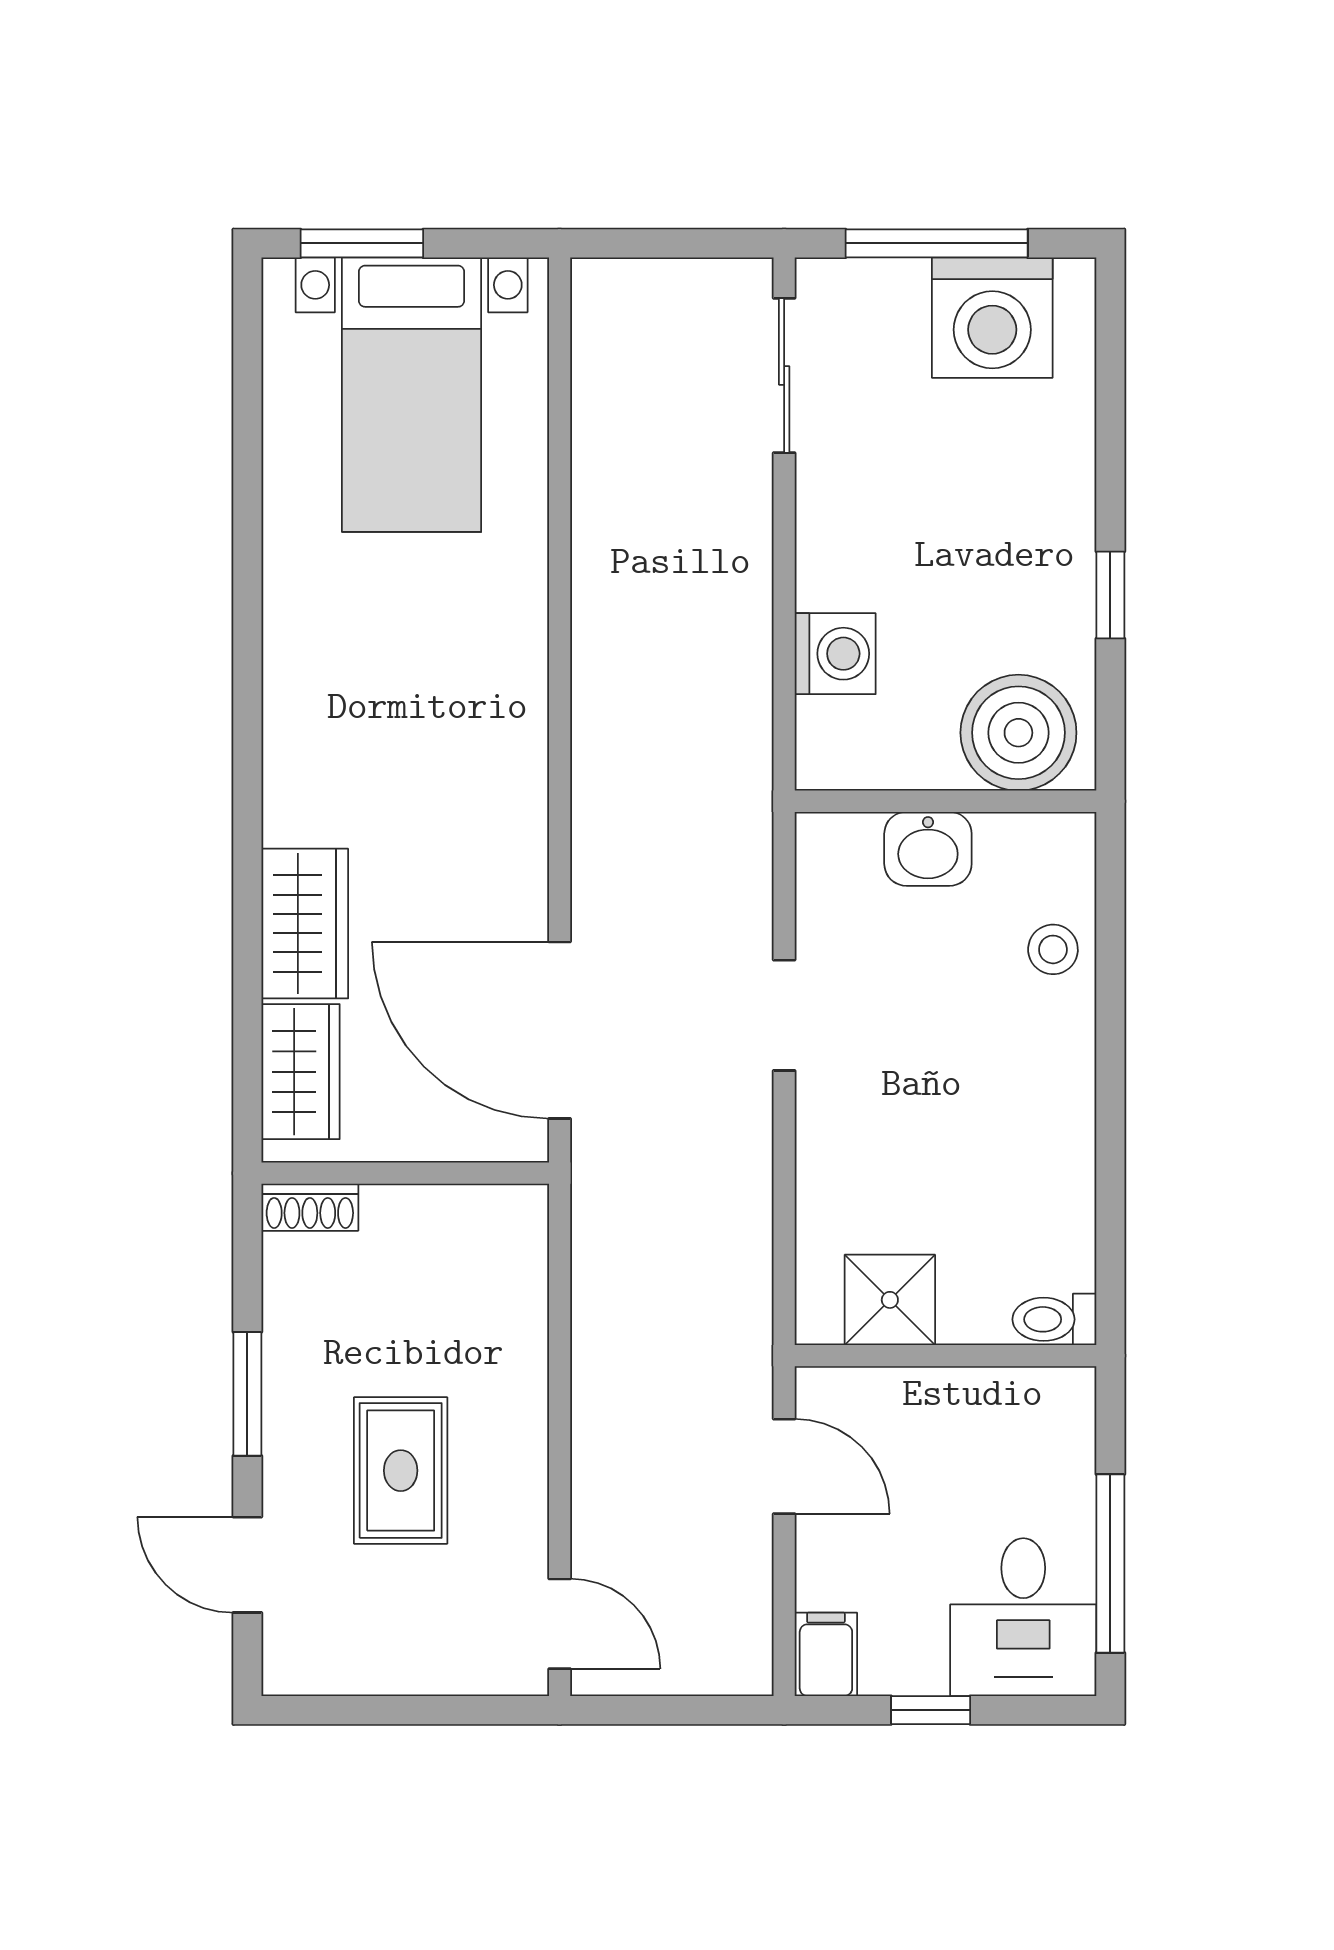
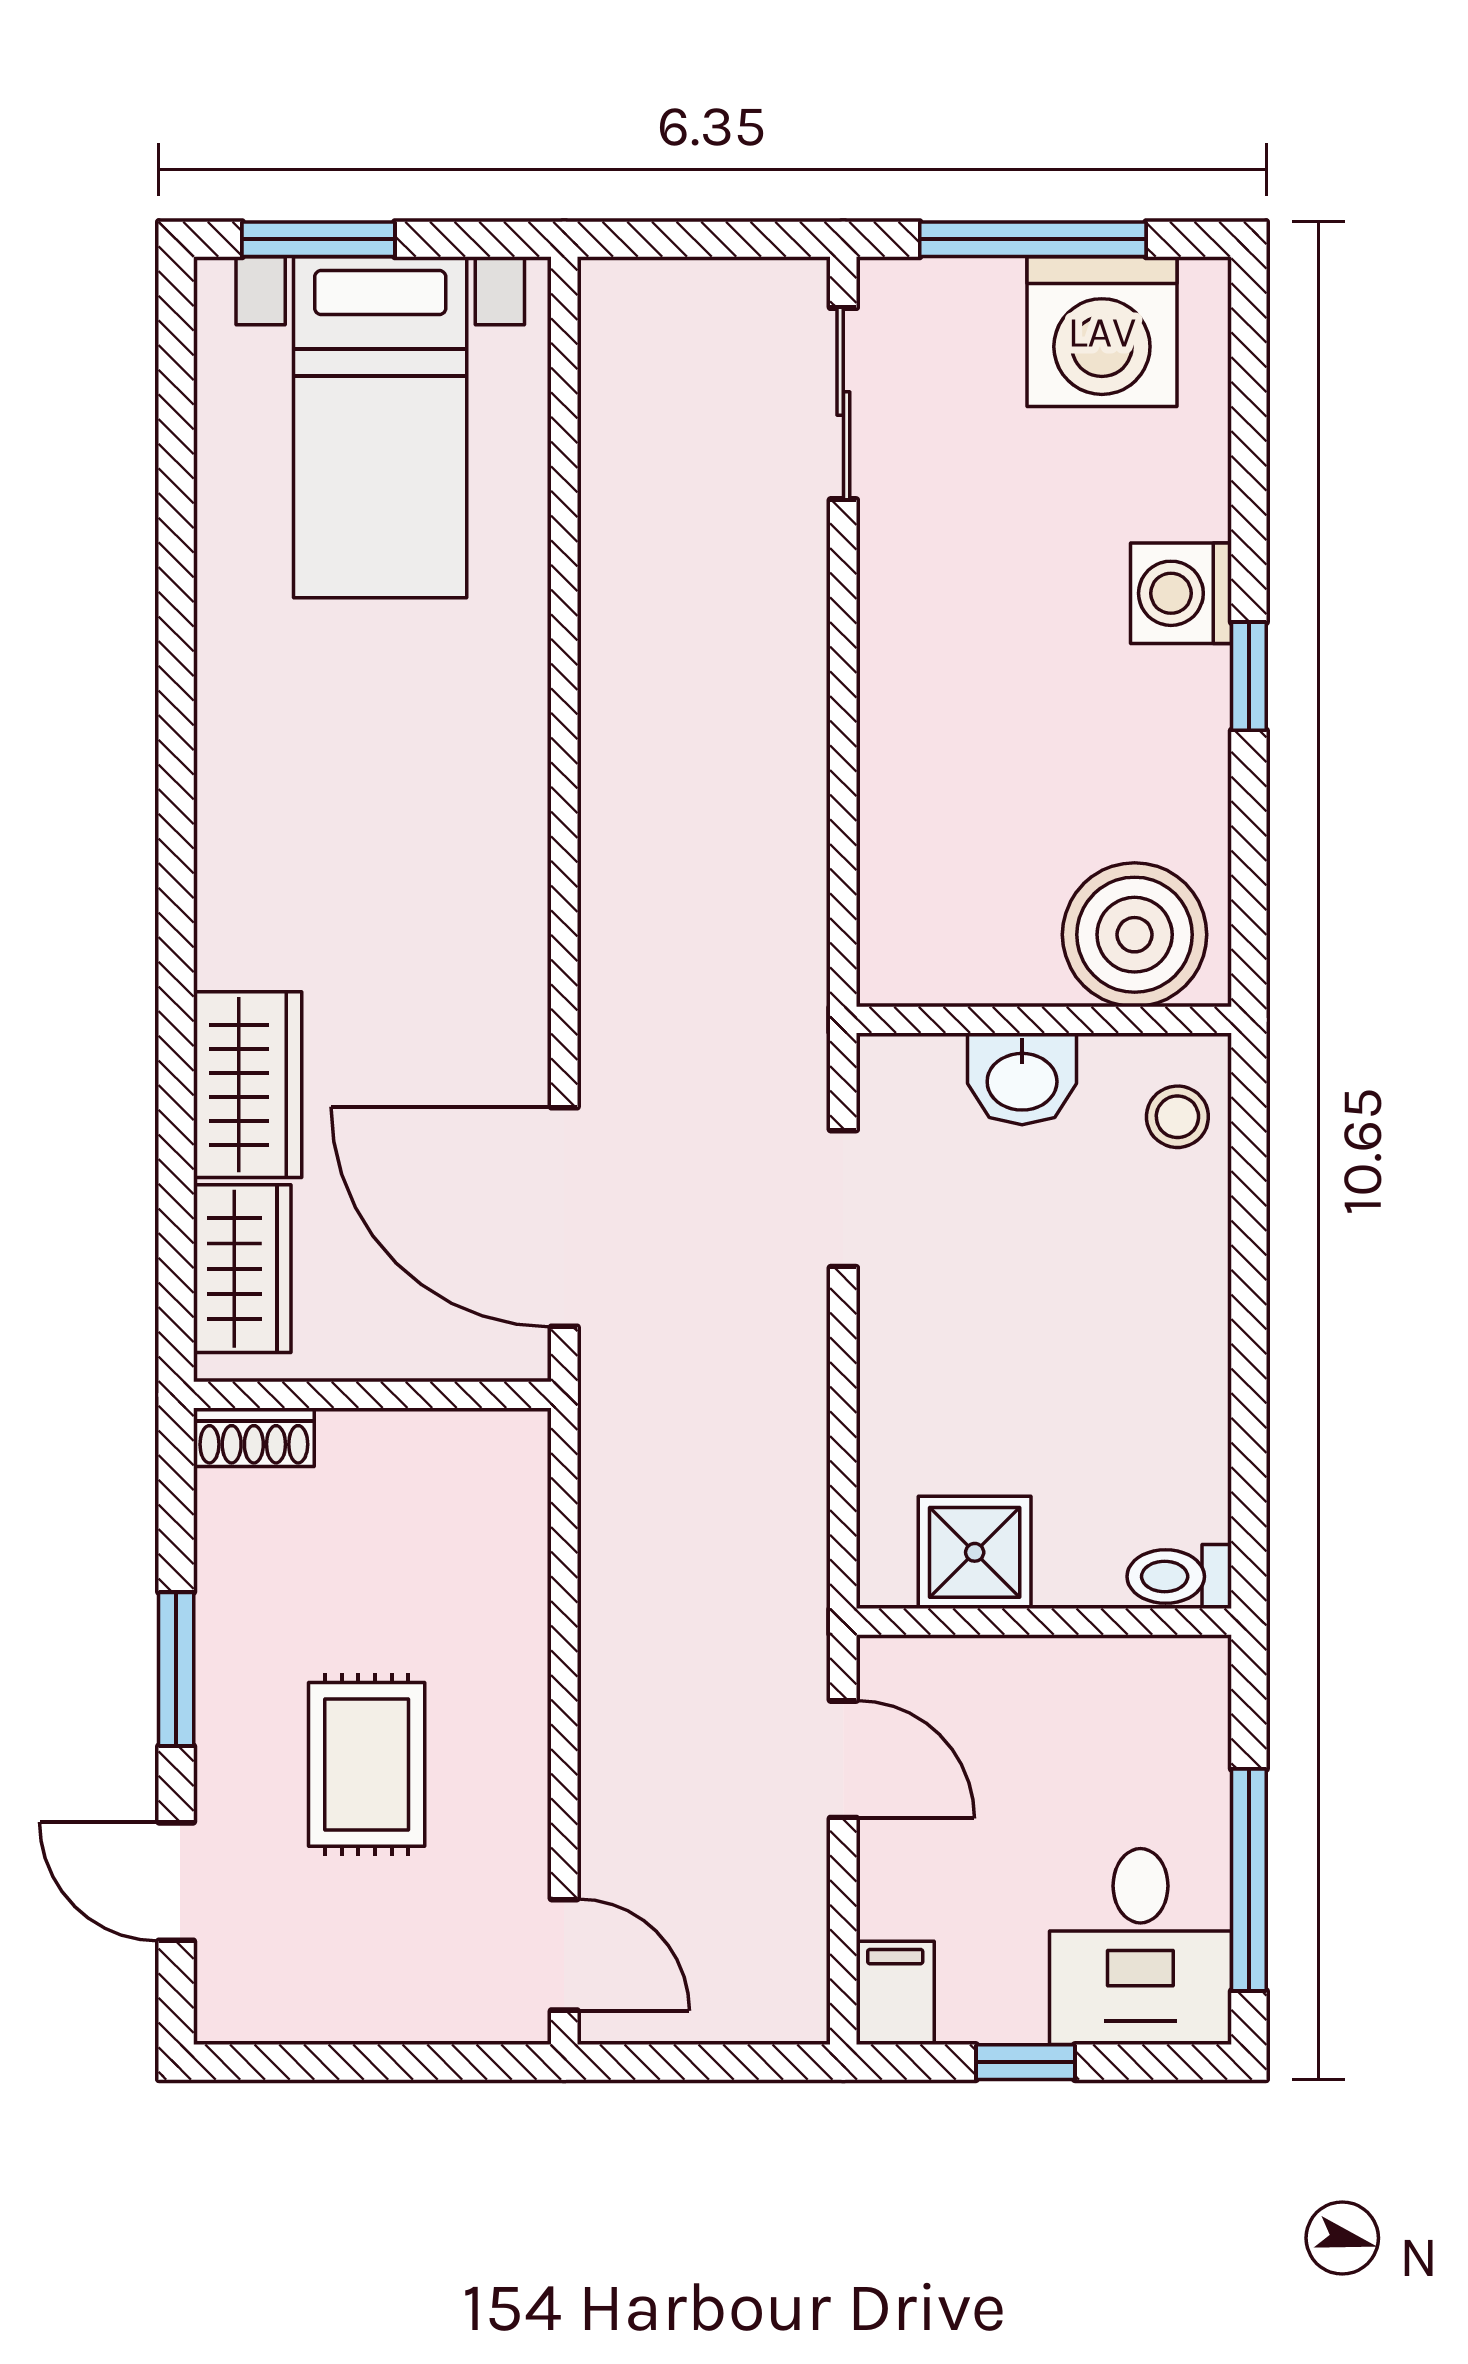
washing machine: (835, 654) -> (1181, 593), moved, turned 180
boiler: (1018, 733) -> (1135, 935), moved
wall: (946, 801) -> (1044, 1020), moved
washbasin: (928, 849) -> (1022, 1079), moved

